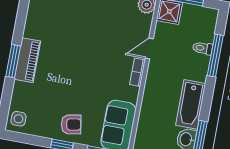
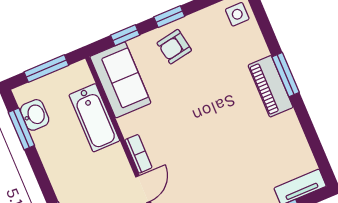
bathtub: (191, 104) -> (94, 118), moved, turned 180

